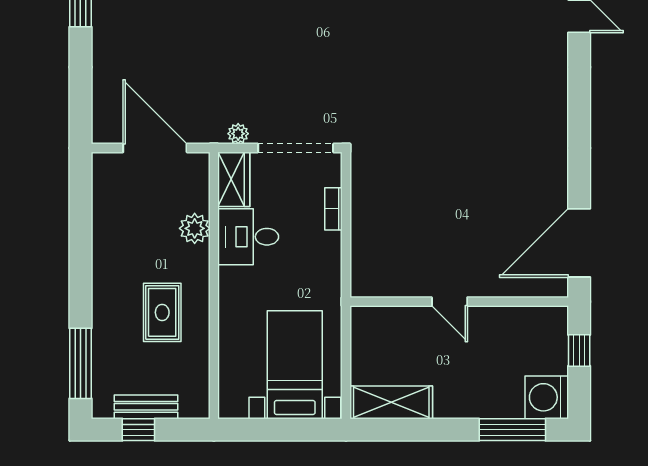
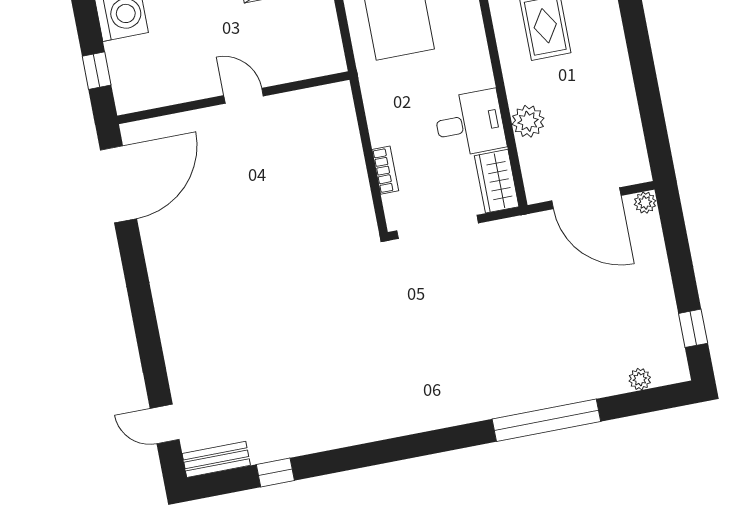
plant: (238, 134) -> (645, 203), moved

